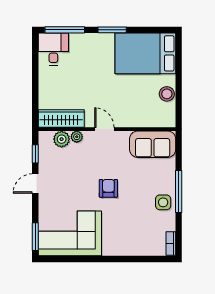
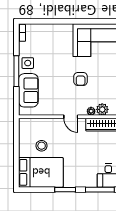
stool: (167, 94) -> (42, 146), moved
sofa: (153, 144) -> (28, 90), moved, turned 90
armchair: (108, 188) -> (81, 79), moved

